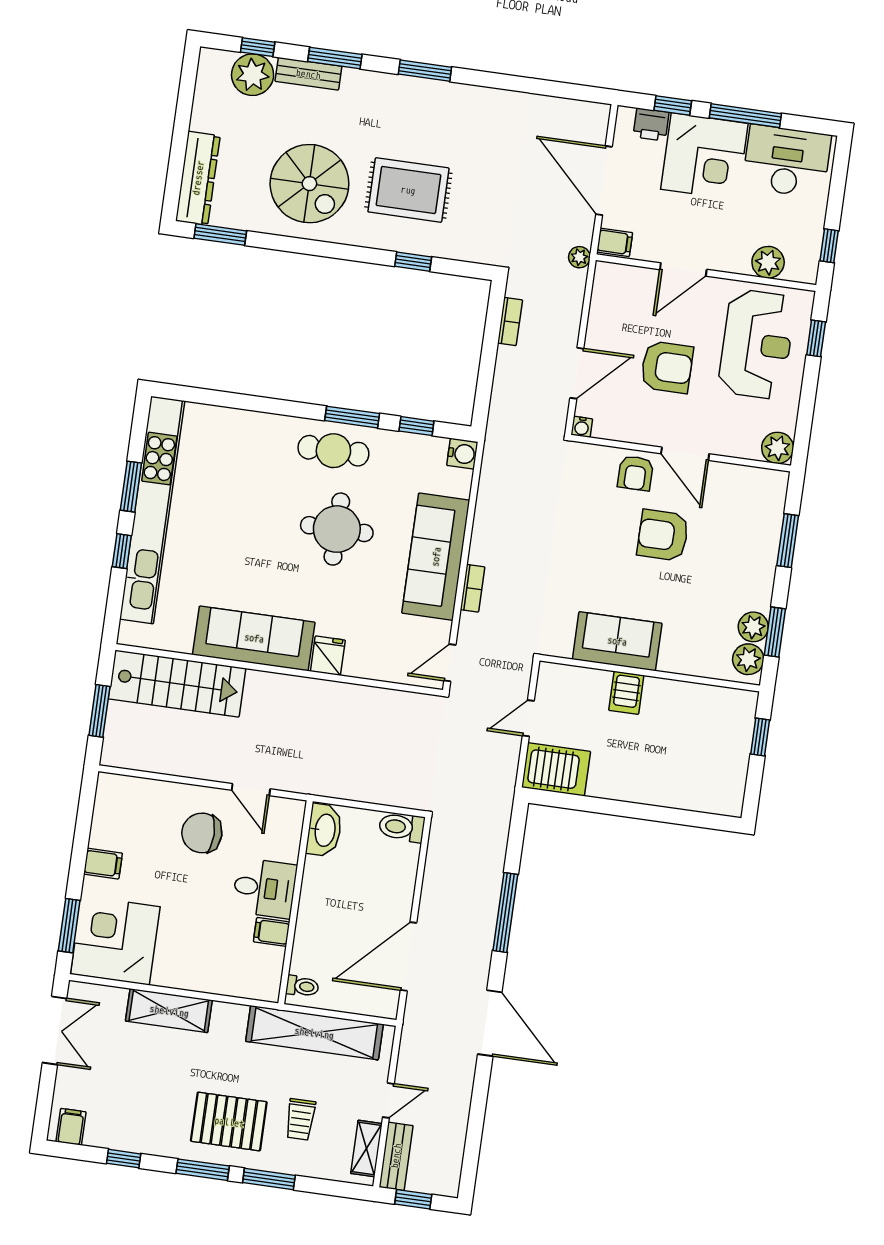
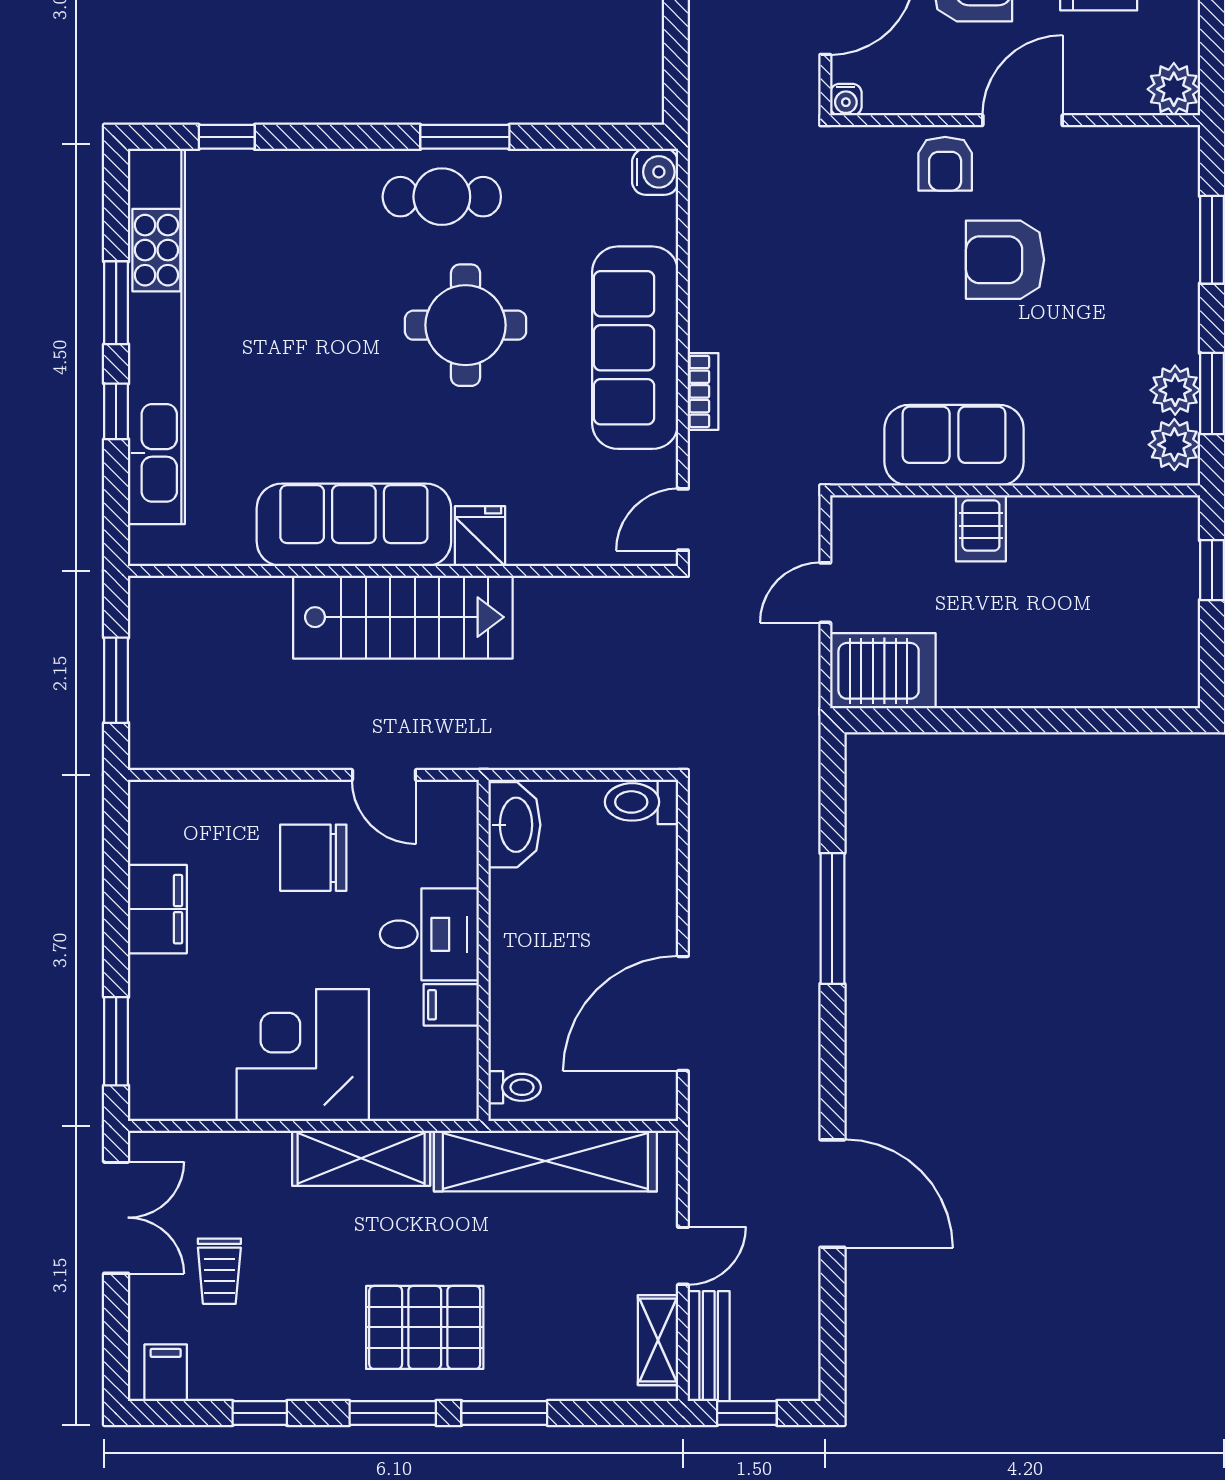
window: (416, 426) -> (227, 137), moved
door: (685, 454) -> (1022, 120), swing flipped
stairs: (177, 684) -> (403, 617), moved
filing cabinet: (103, 864) -> (157, 909), width x2.00
corner desk: (115, 940) -> (303, 1055), moved
shelving: (169, 1011) -> (361, 1158), moved
door: (490, 1023) -> (832, 1194), moved
trolley: (300, 1119) -> (219, 1271), moved

